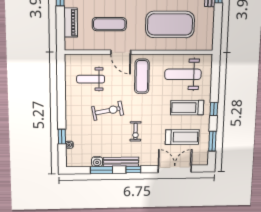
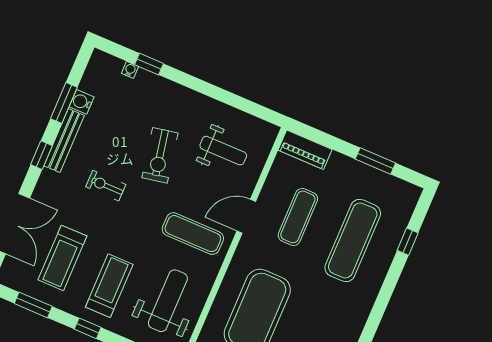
piano: (71, 23) -> (305, 150), moved
weight bench: (91, 79) -> (223, 151), turned 90

